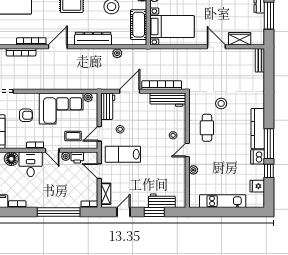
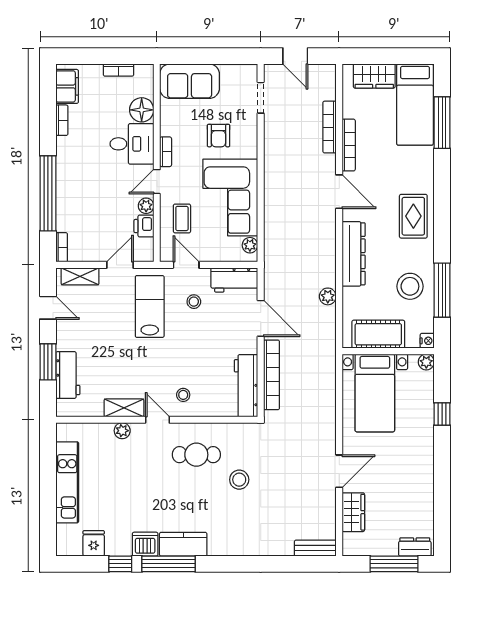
kitchen counter: (258, 129) -> (183, 544), width x0.67
shelving: (180, 169) -> (124, 408), added

